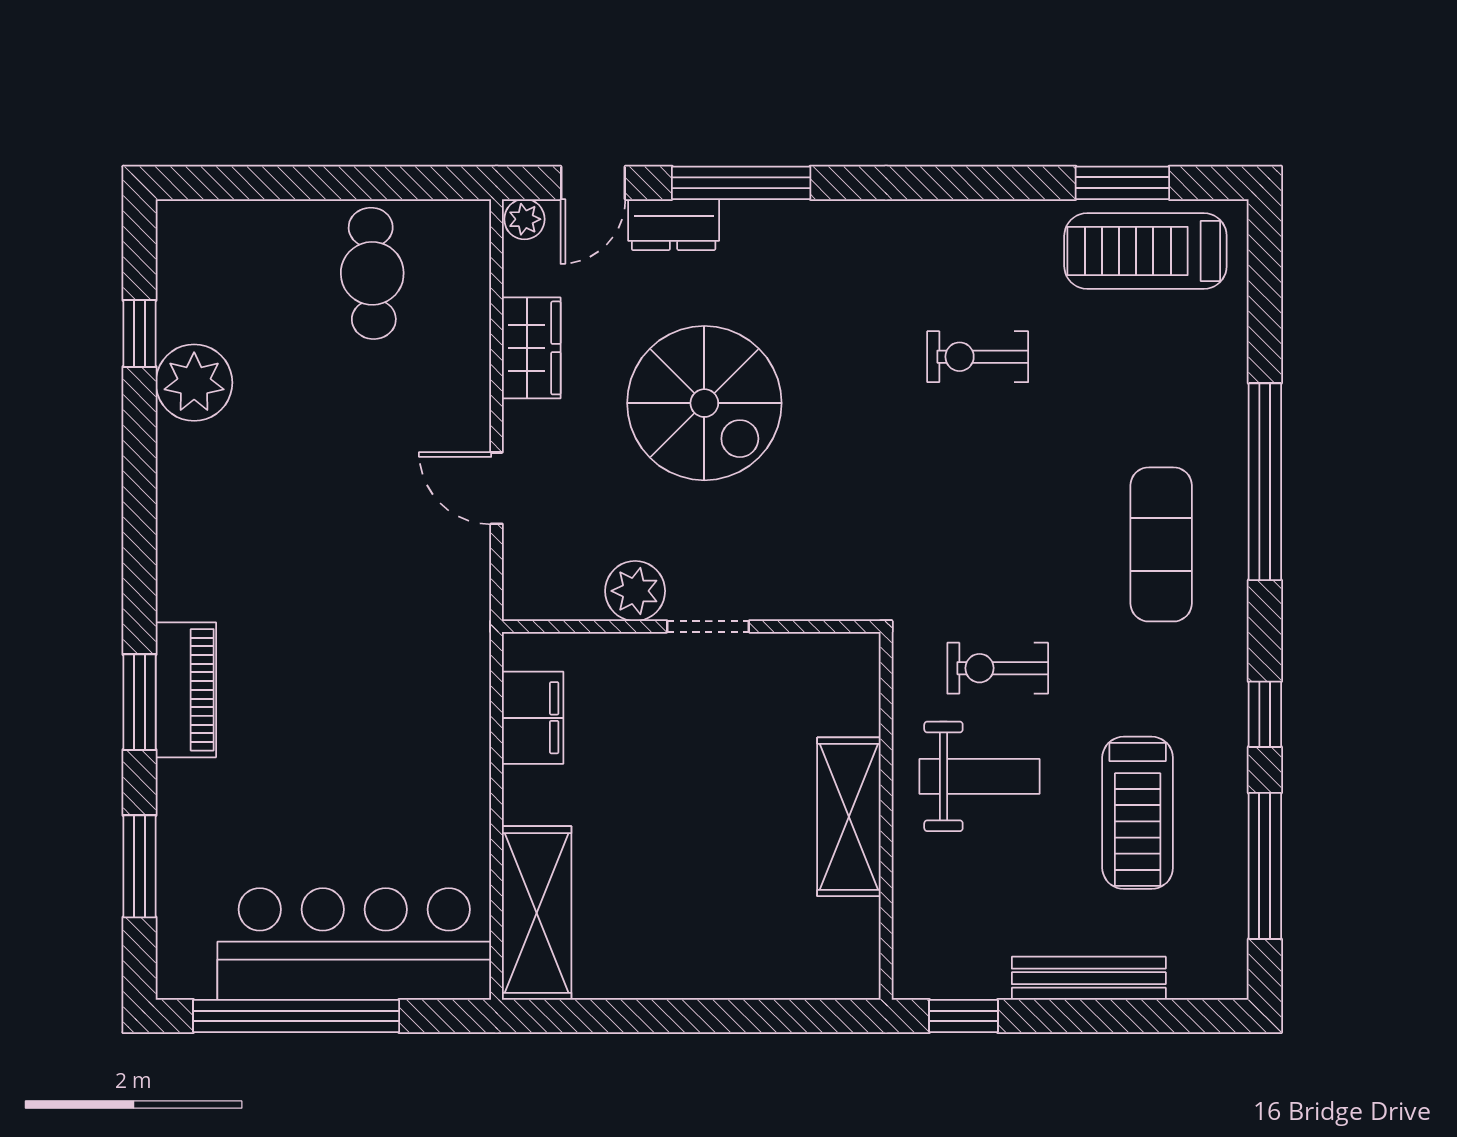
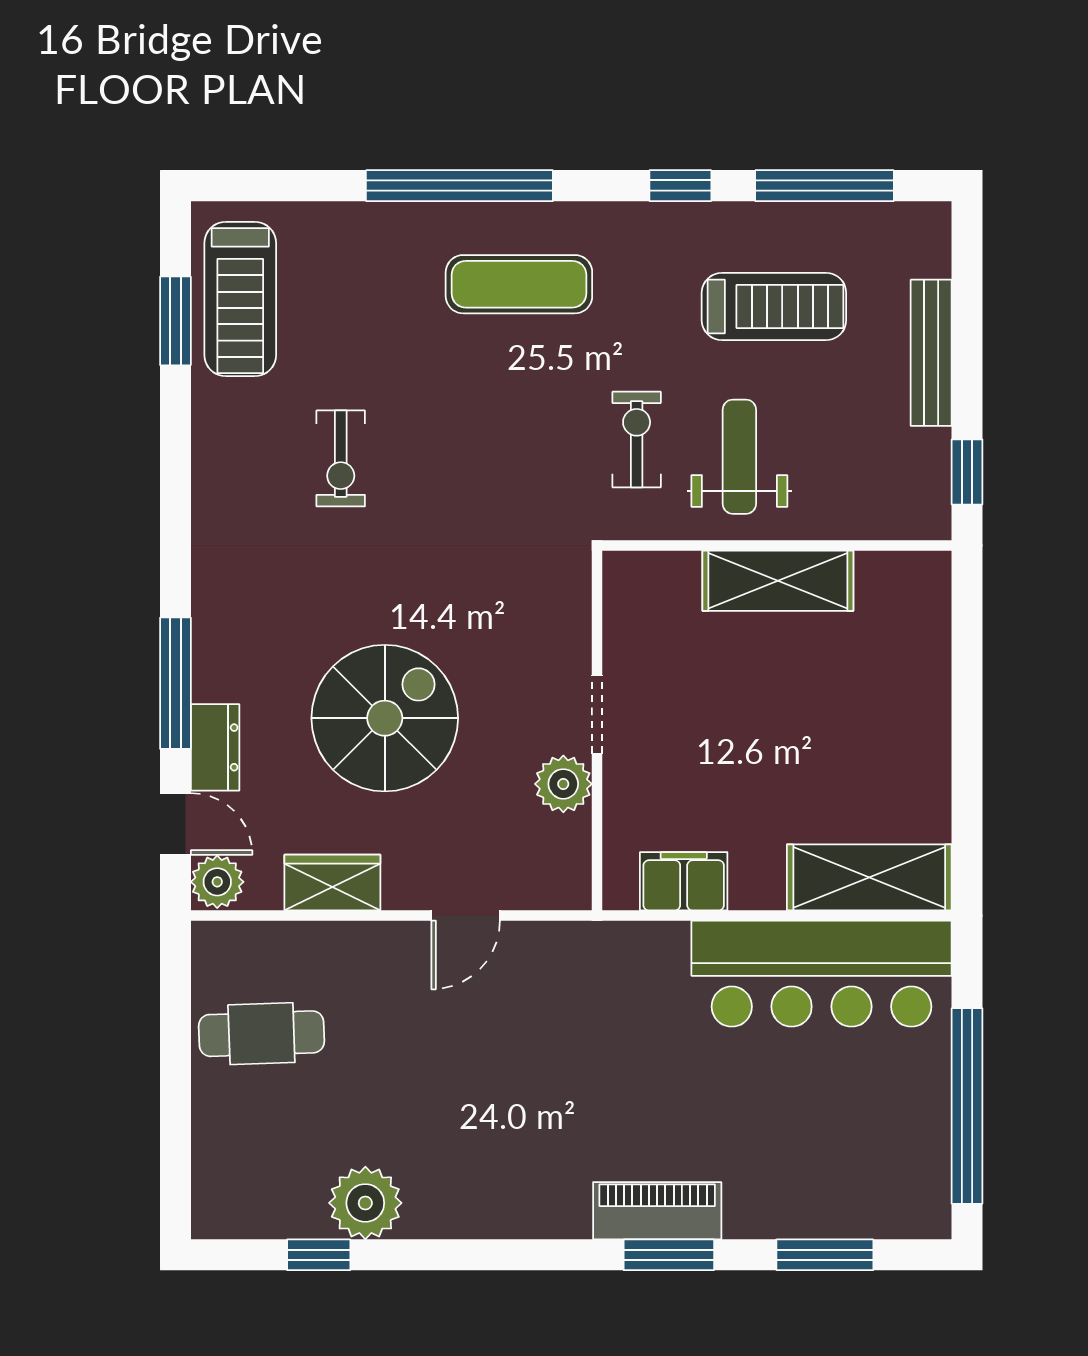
plant: (524, 219) -> (217, 882), width x1.38, depth x1.38
exercise bike: (998, 668) -> (637, 439), turned 180
bar counter: (354, 944) -> (822, 974), moved, turned -90

